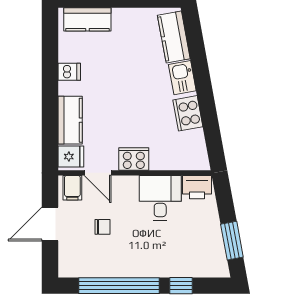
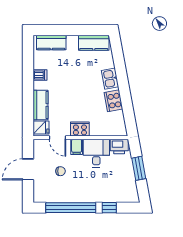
kitchen counter: (174, 37) -> (94, 43), moved, turned -80
filing cabinet: (72, 188) -> (77, 147), moved
window: (232, 241) -> (139, 168), moved

